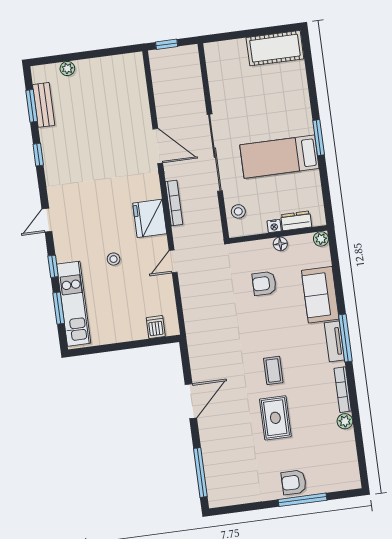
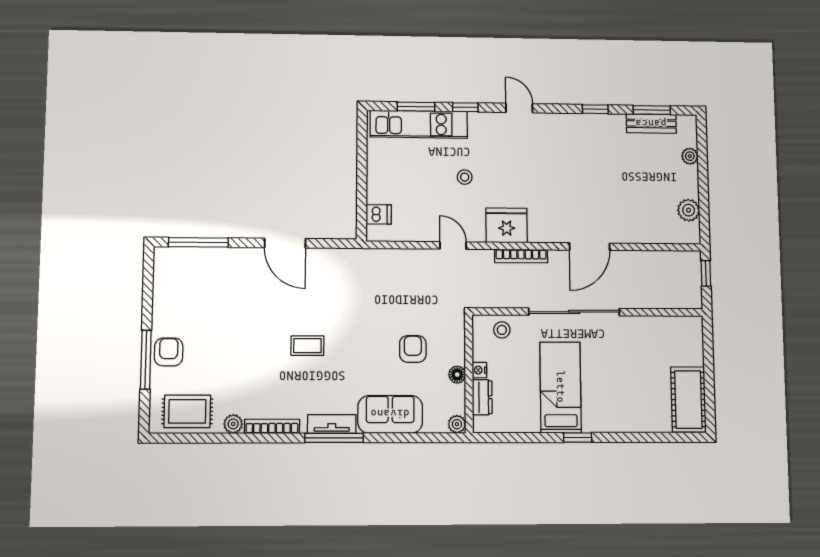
plant: (114, 65) -> (689, 210), added
window: (319, 138) -> (578, 438), width x0.67
rug: (275, 418) -> (187, 411), moved

